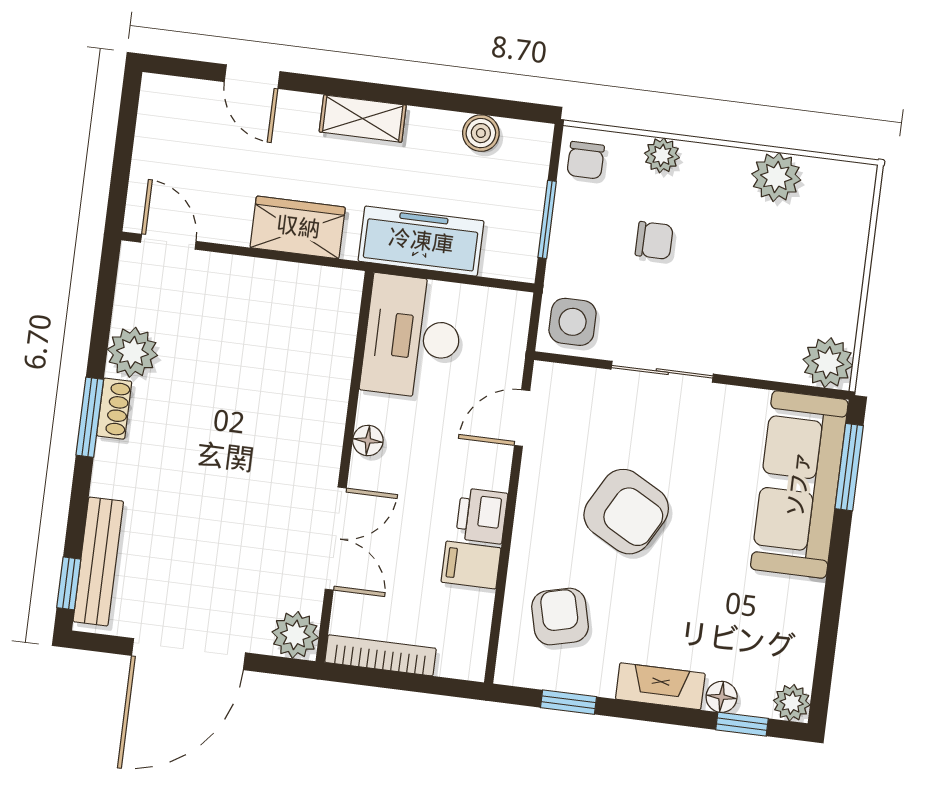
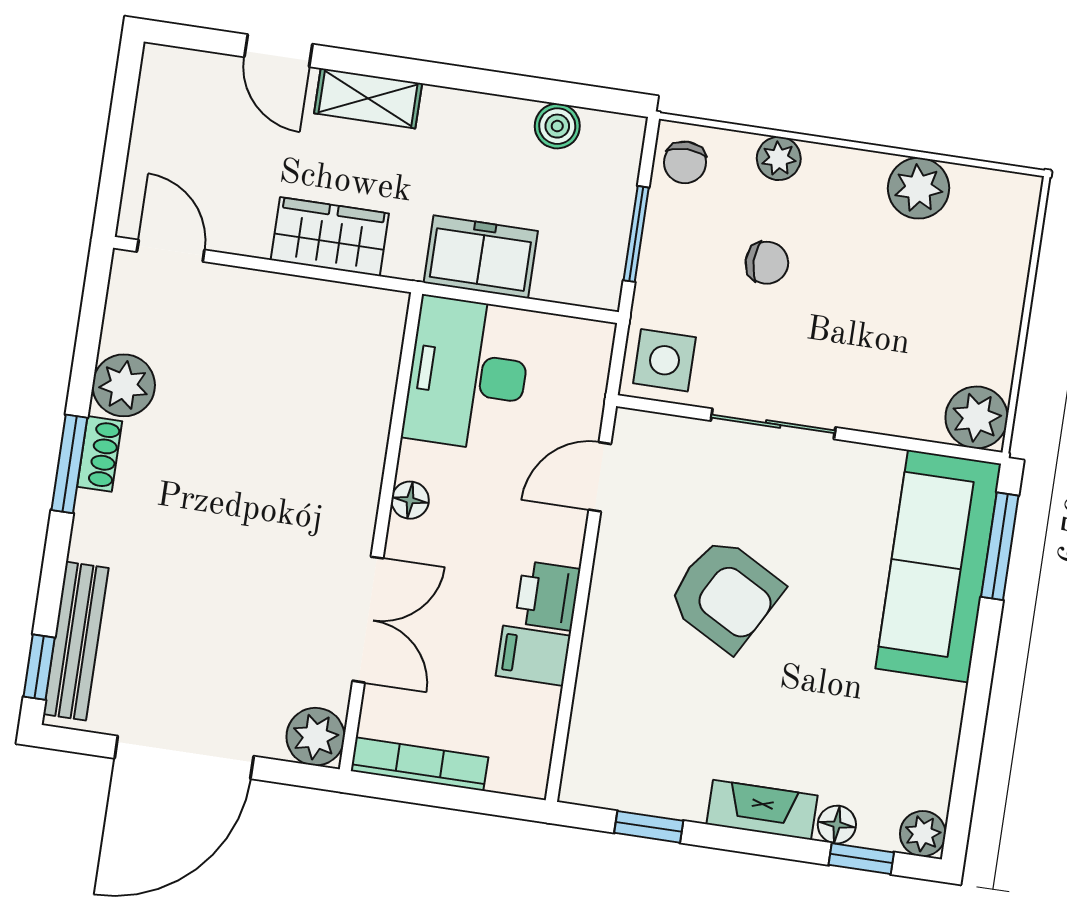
shelving: (363, 119) -> (368, 98), moved
freezer: (421, 241) -> (481, 257), width x0.71
armchair: (560, 617) -> (641, 721), removed

